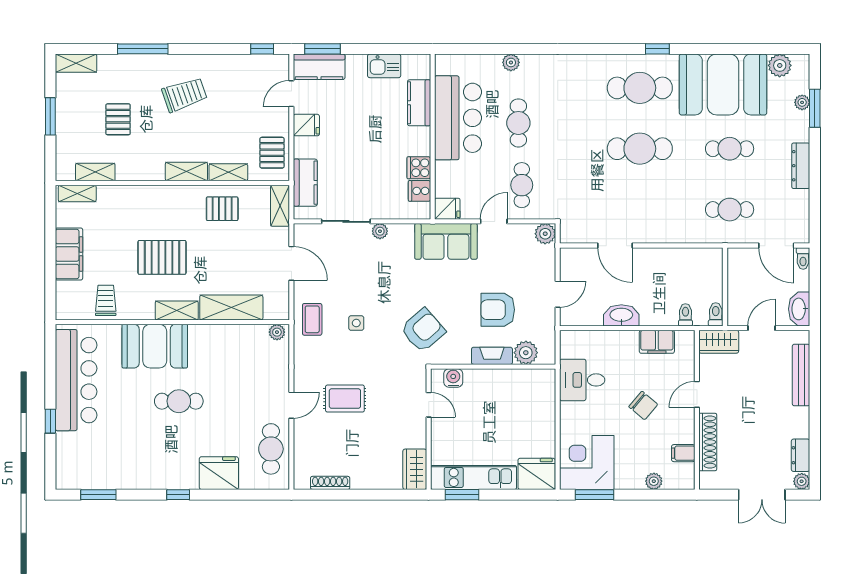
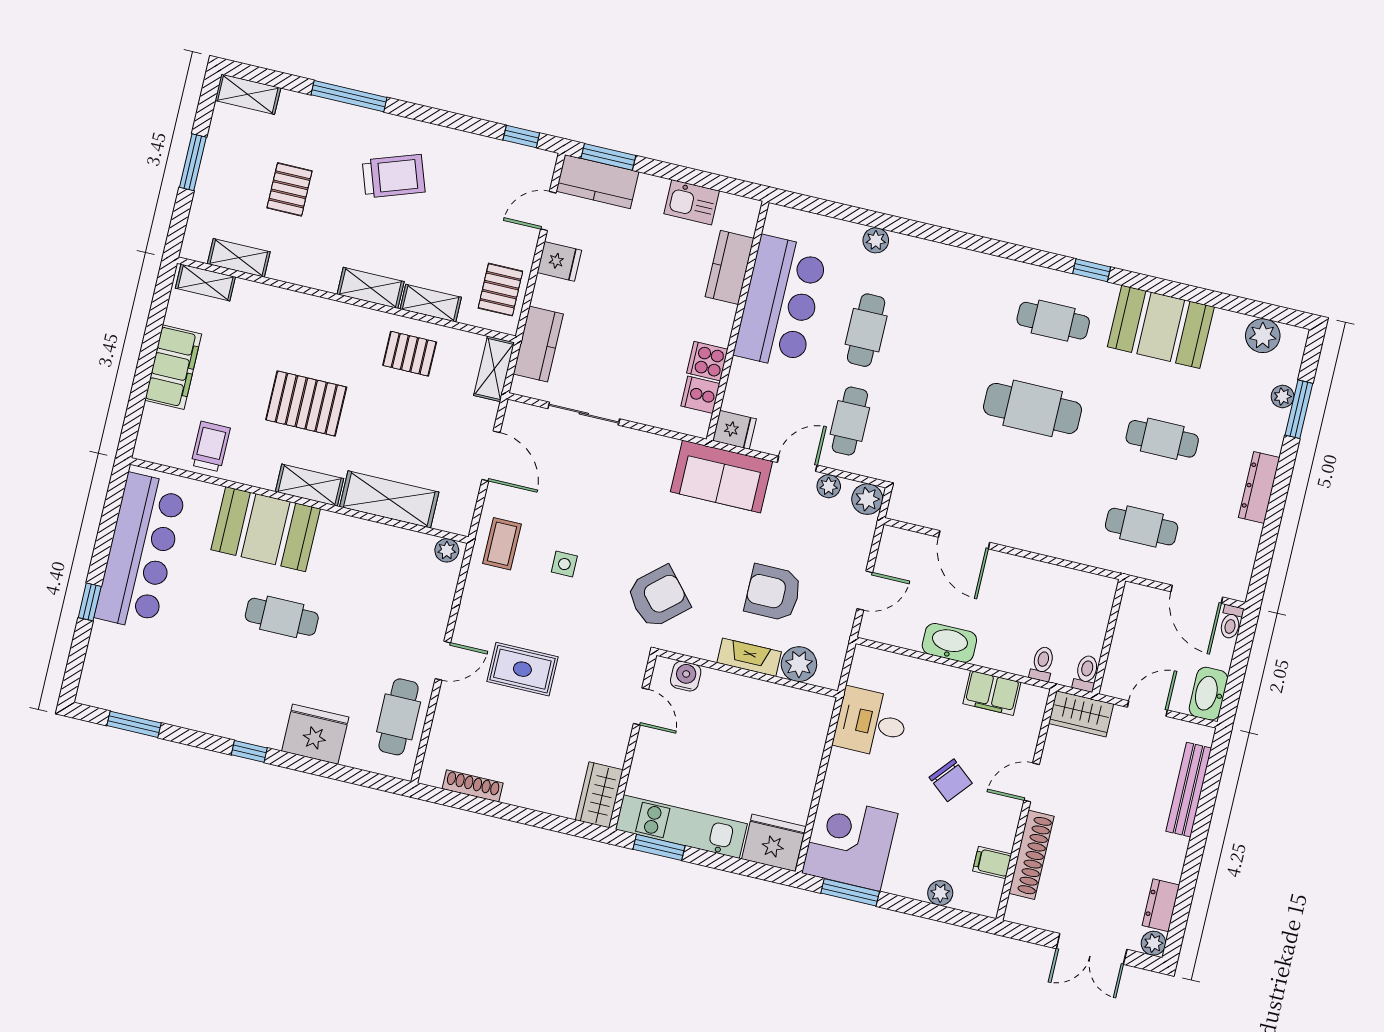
booth: (723, 84) -> (1161, 327), width x0.73, depth x0.70
cafe table: (640, 88) -> (1053, 321), width x0.73, depth x0.74
plant: (380, 231) -> (829, 486), moved

